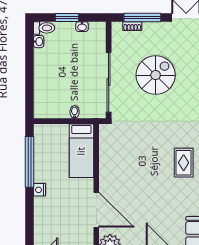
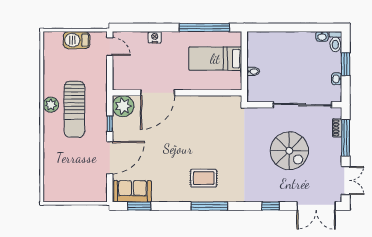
sliding door: (109, 82) -> (302, 105), moved
bed: (81, 151) -> (215, 59), moved
nightstand: (39, 190) -> (155, 37), moved

